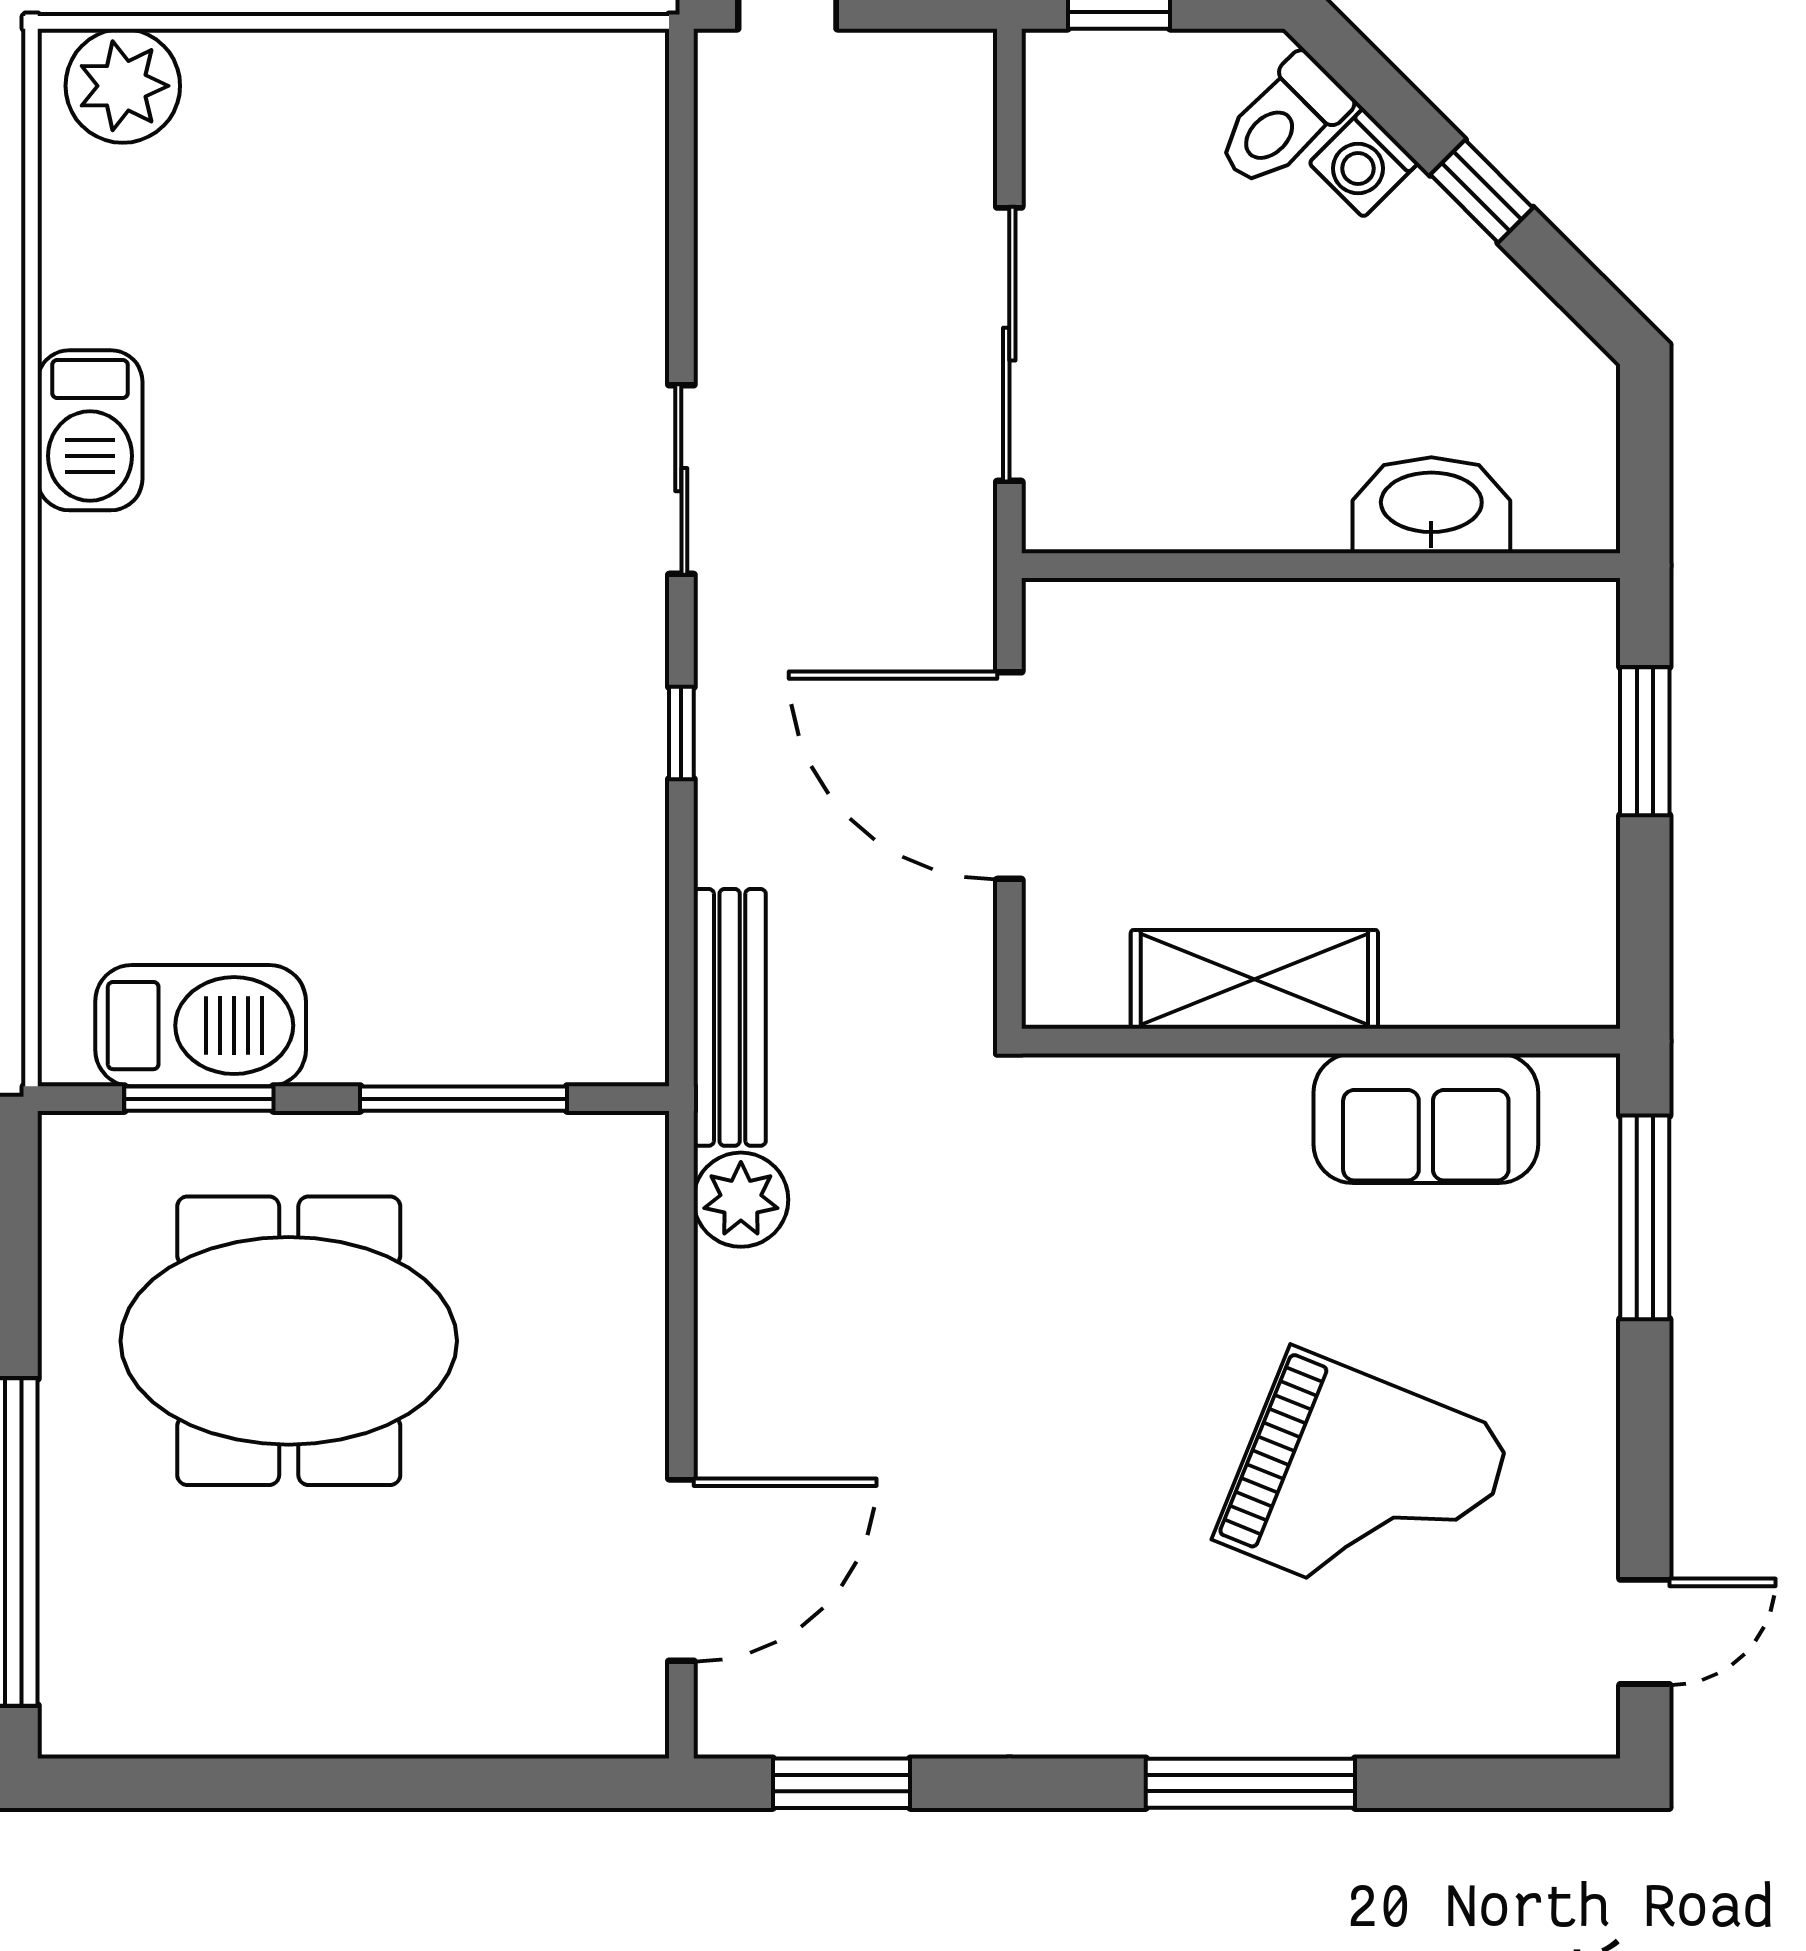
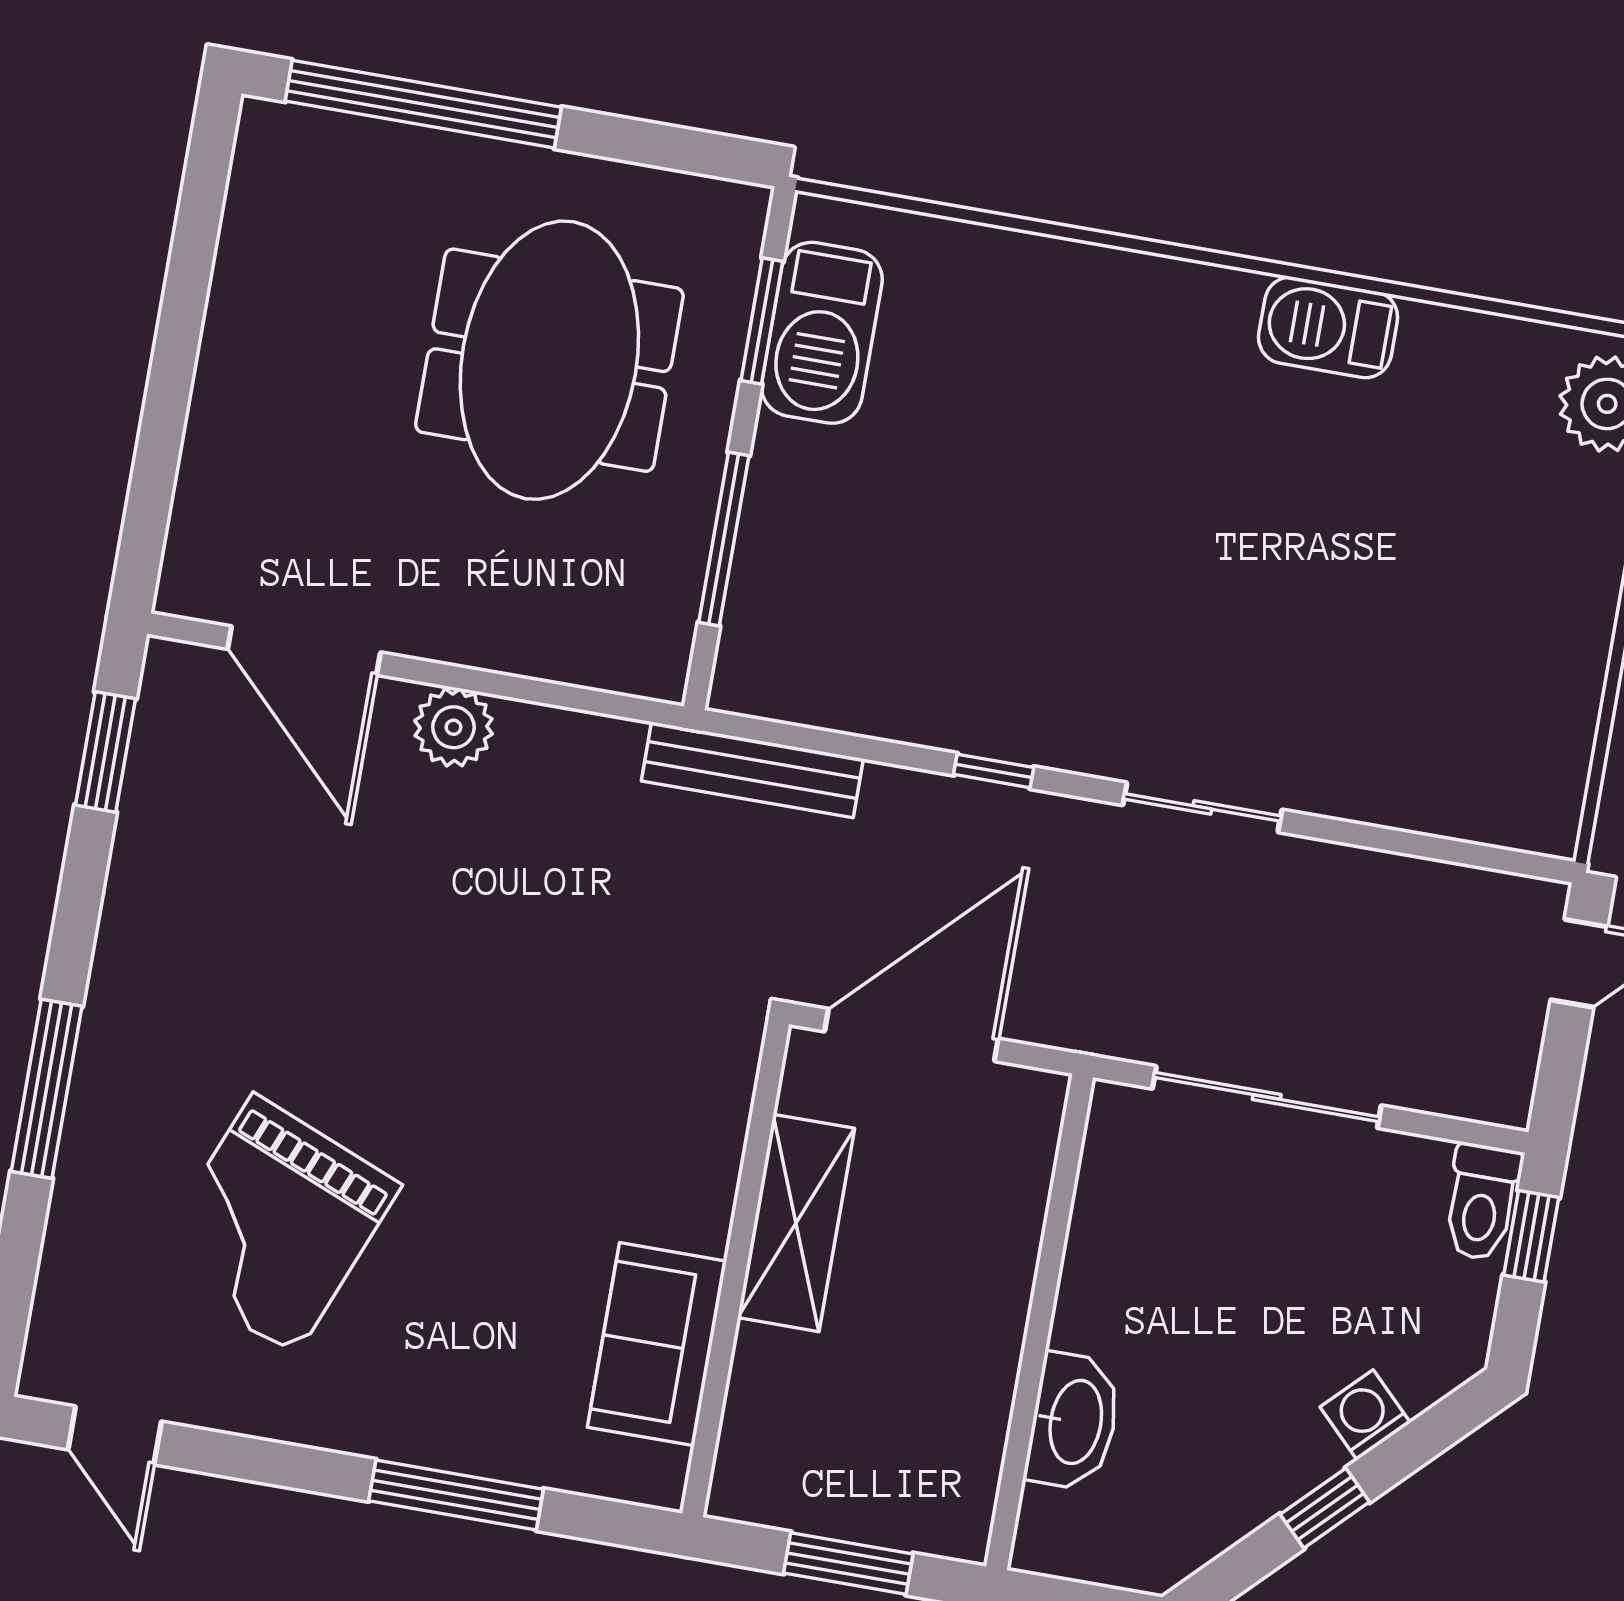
toilet: (1282, 122) -> (1482, 1202), moved, turned -135
shelving: (1254, 979) -> (796, 1223), moved
wall: (1321, 1041) -> (736, 1269), moved
sofa: (1426, 1118) -> (657, 1344), moved
plant: (741, 1200) -> (453, 727), moved

